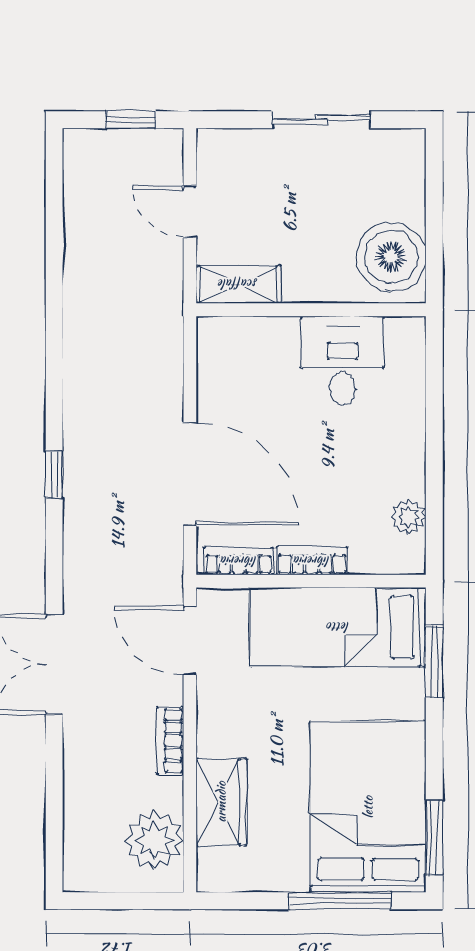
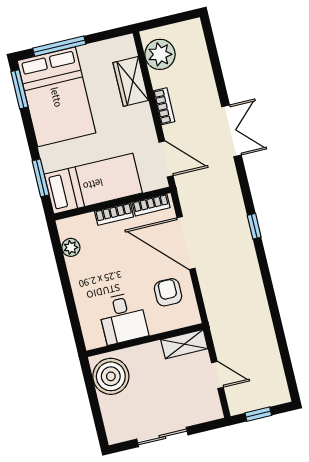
armchair: (246, 389) -> (168, 292), added

